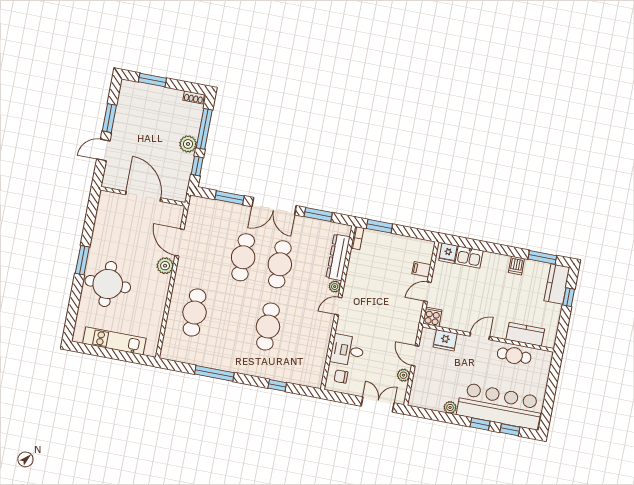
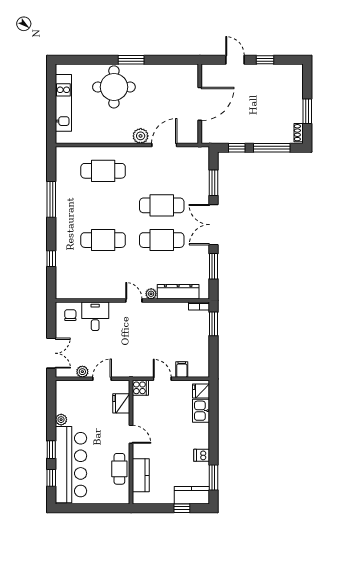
window: (152, 80) -> (307, 111), moved
window: (109, 118) -> (265, 60), width x0.67
plant: (188, 144) -> (255, 136), removed

